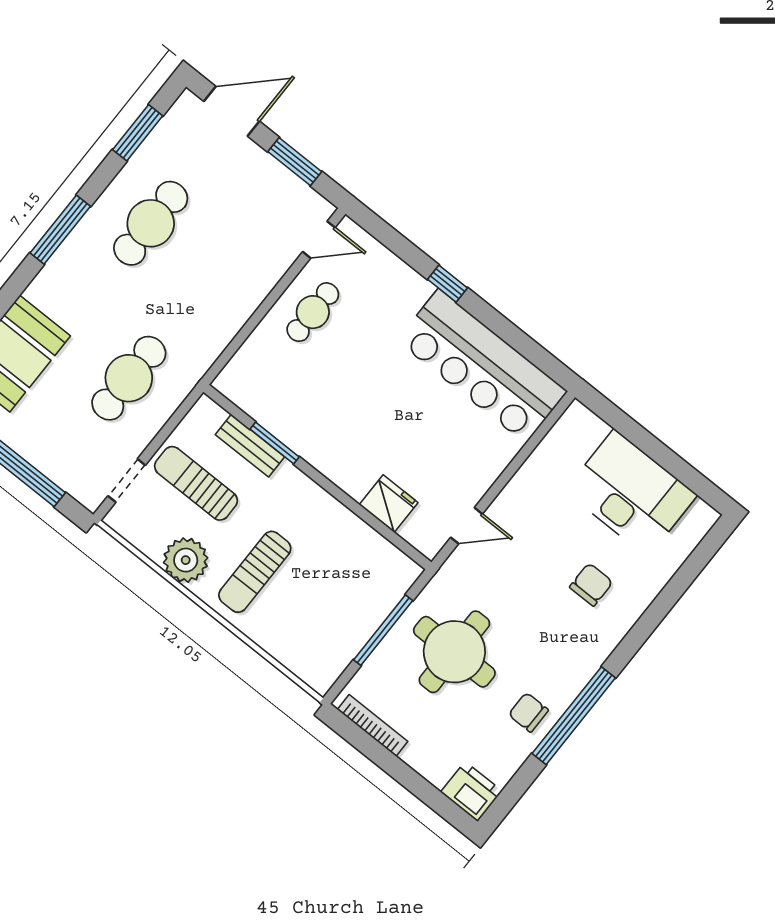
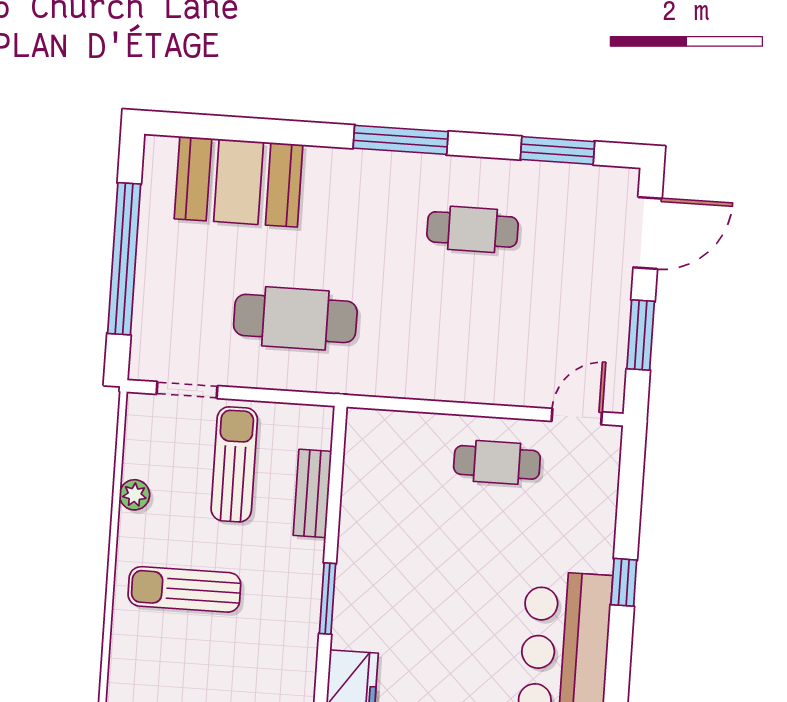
door: (232, 111) -> (648, 233), hinge flipped
cafe table: (151, 223) -> (472, 229), width x0.73, depth x0.74
door: (319, 240) -> (577, 417), swing flipped
window: (275, 443) -> (327, 599), moved
plant: (186, 560) -> (134, 495), width x0.53, depth x0.53

